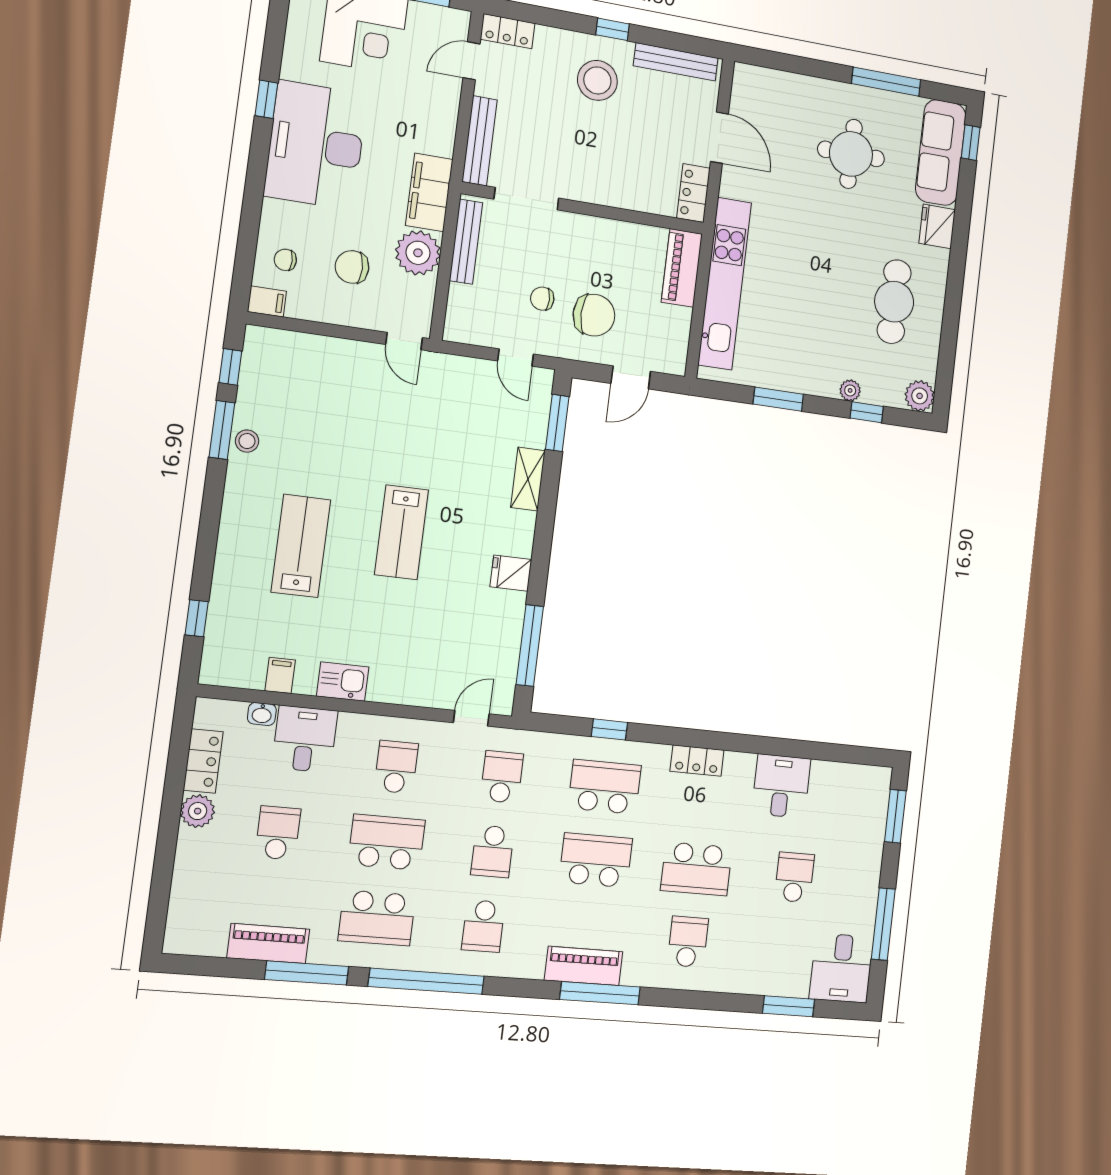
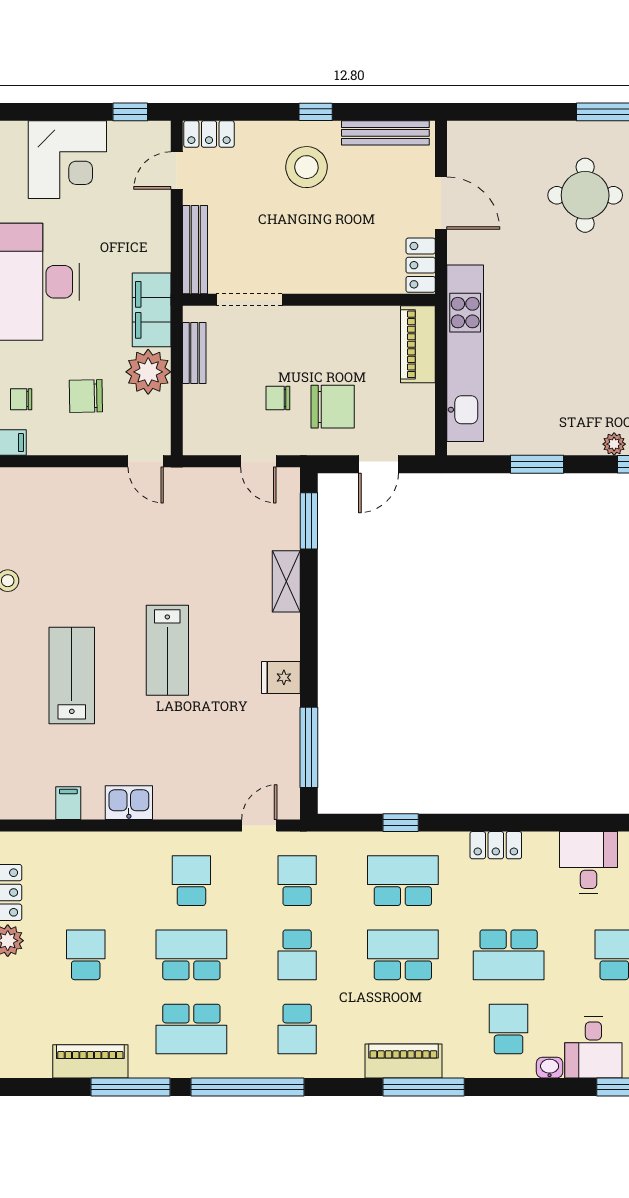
bench: (466, 242) -> (194, 353), width x0.73
washbasin: (262, 714) -> (550, 1068), moved, turned 180
desk: (305, 739) -> (593, 1048), moved, turned 180

